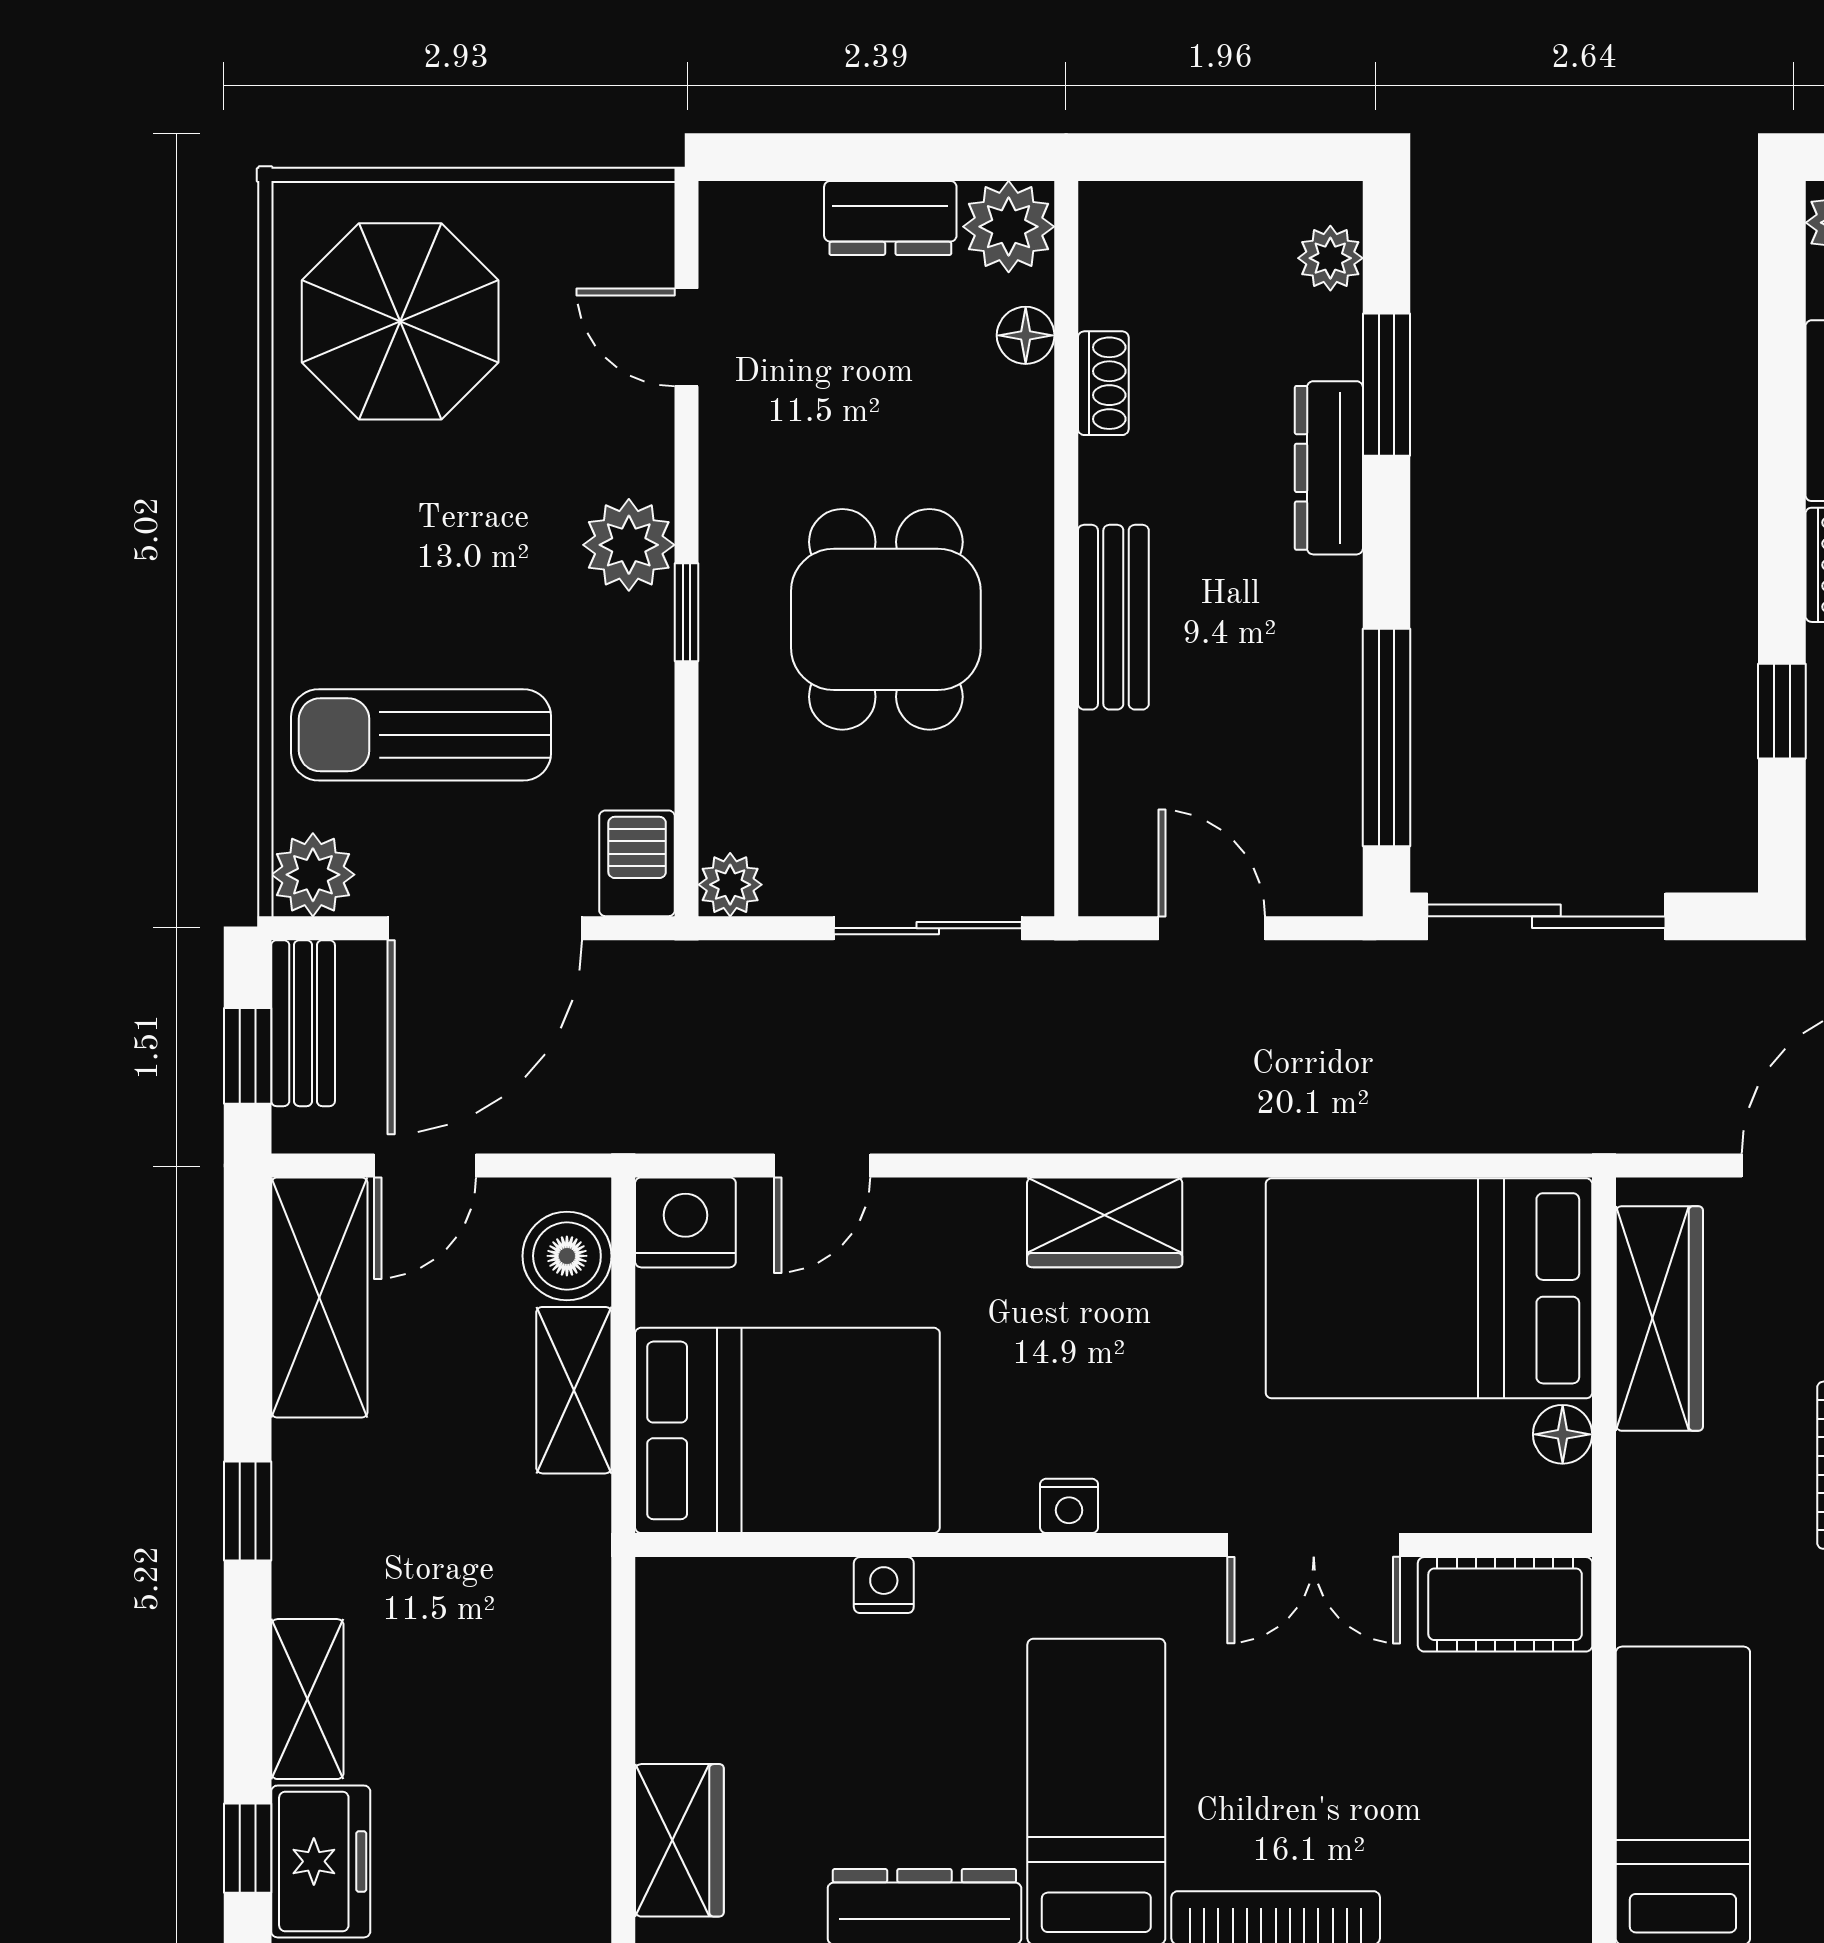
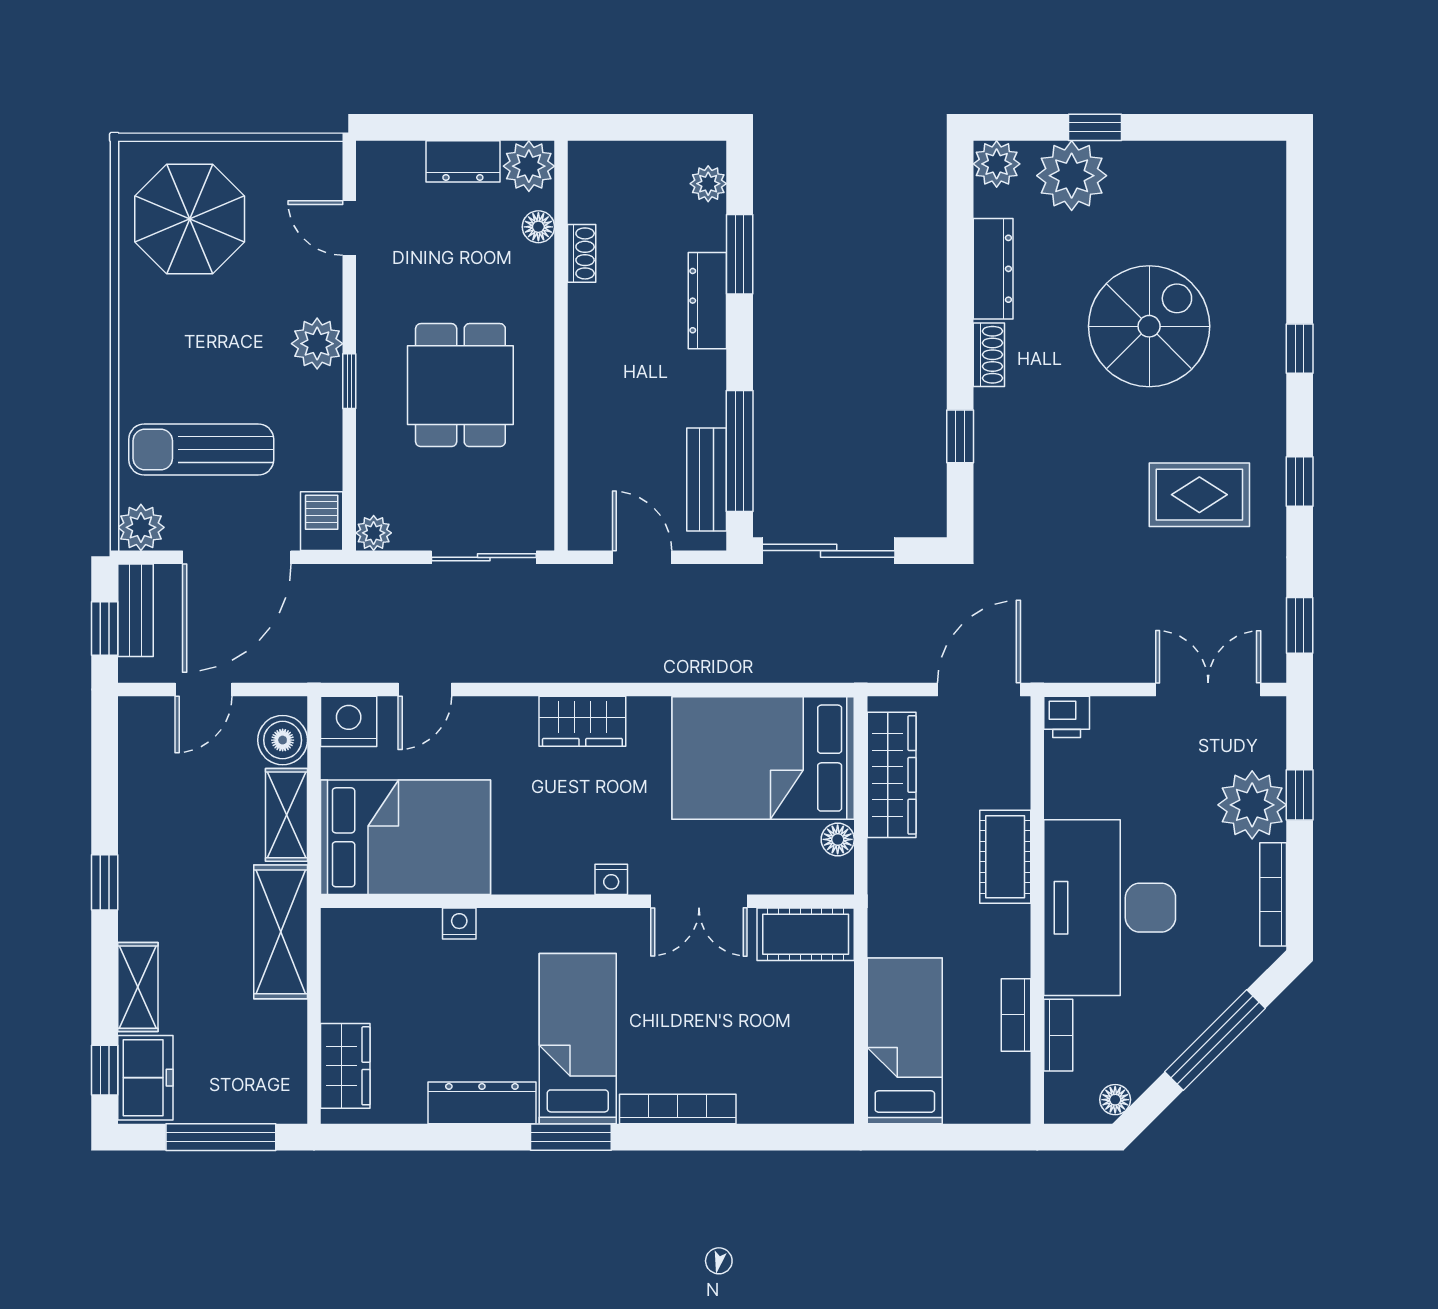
bench: (1113, 617) -> (707, 480), moved
shelving: (319, 1298) -> (281, 932), moved
nightstand: (1069, 1506) -> (611, 879), moved

